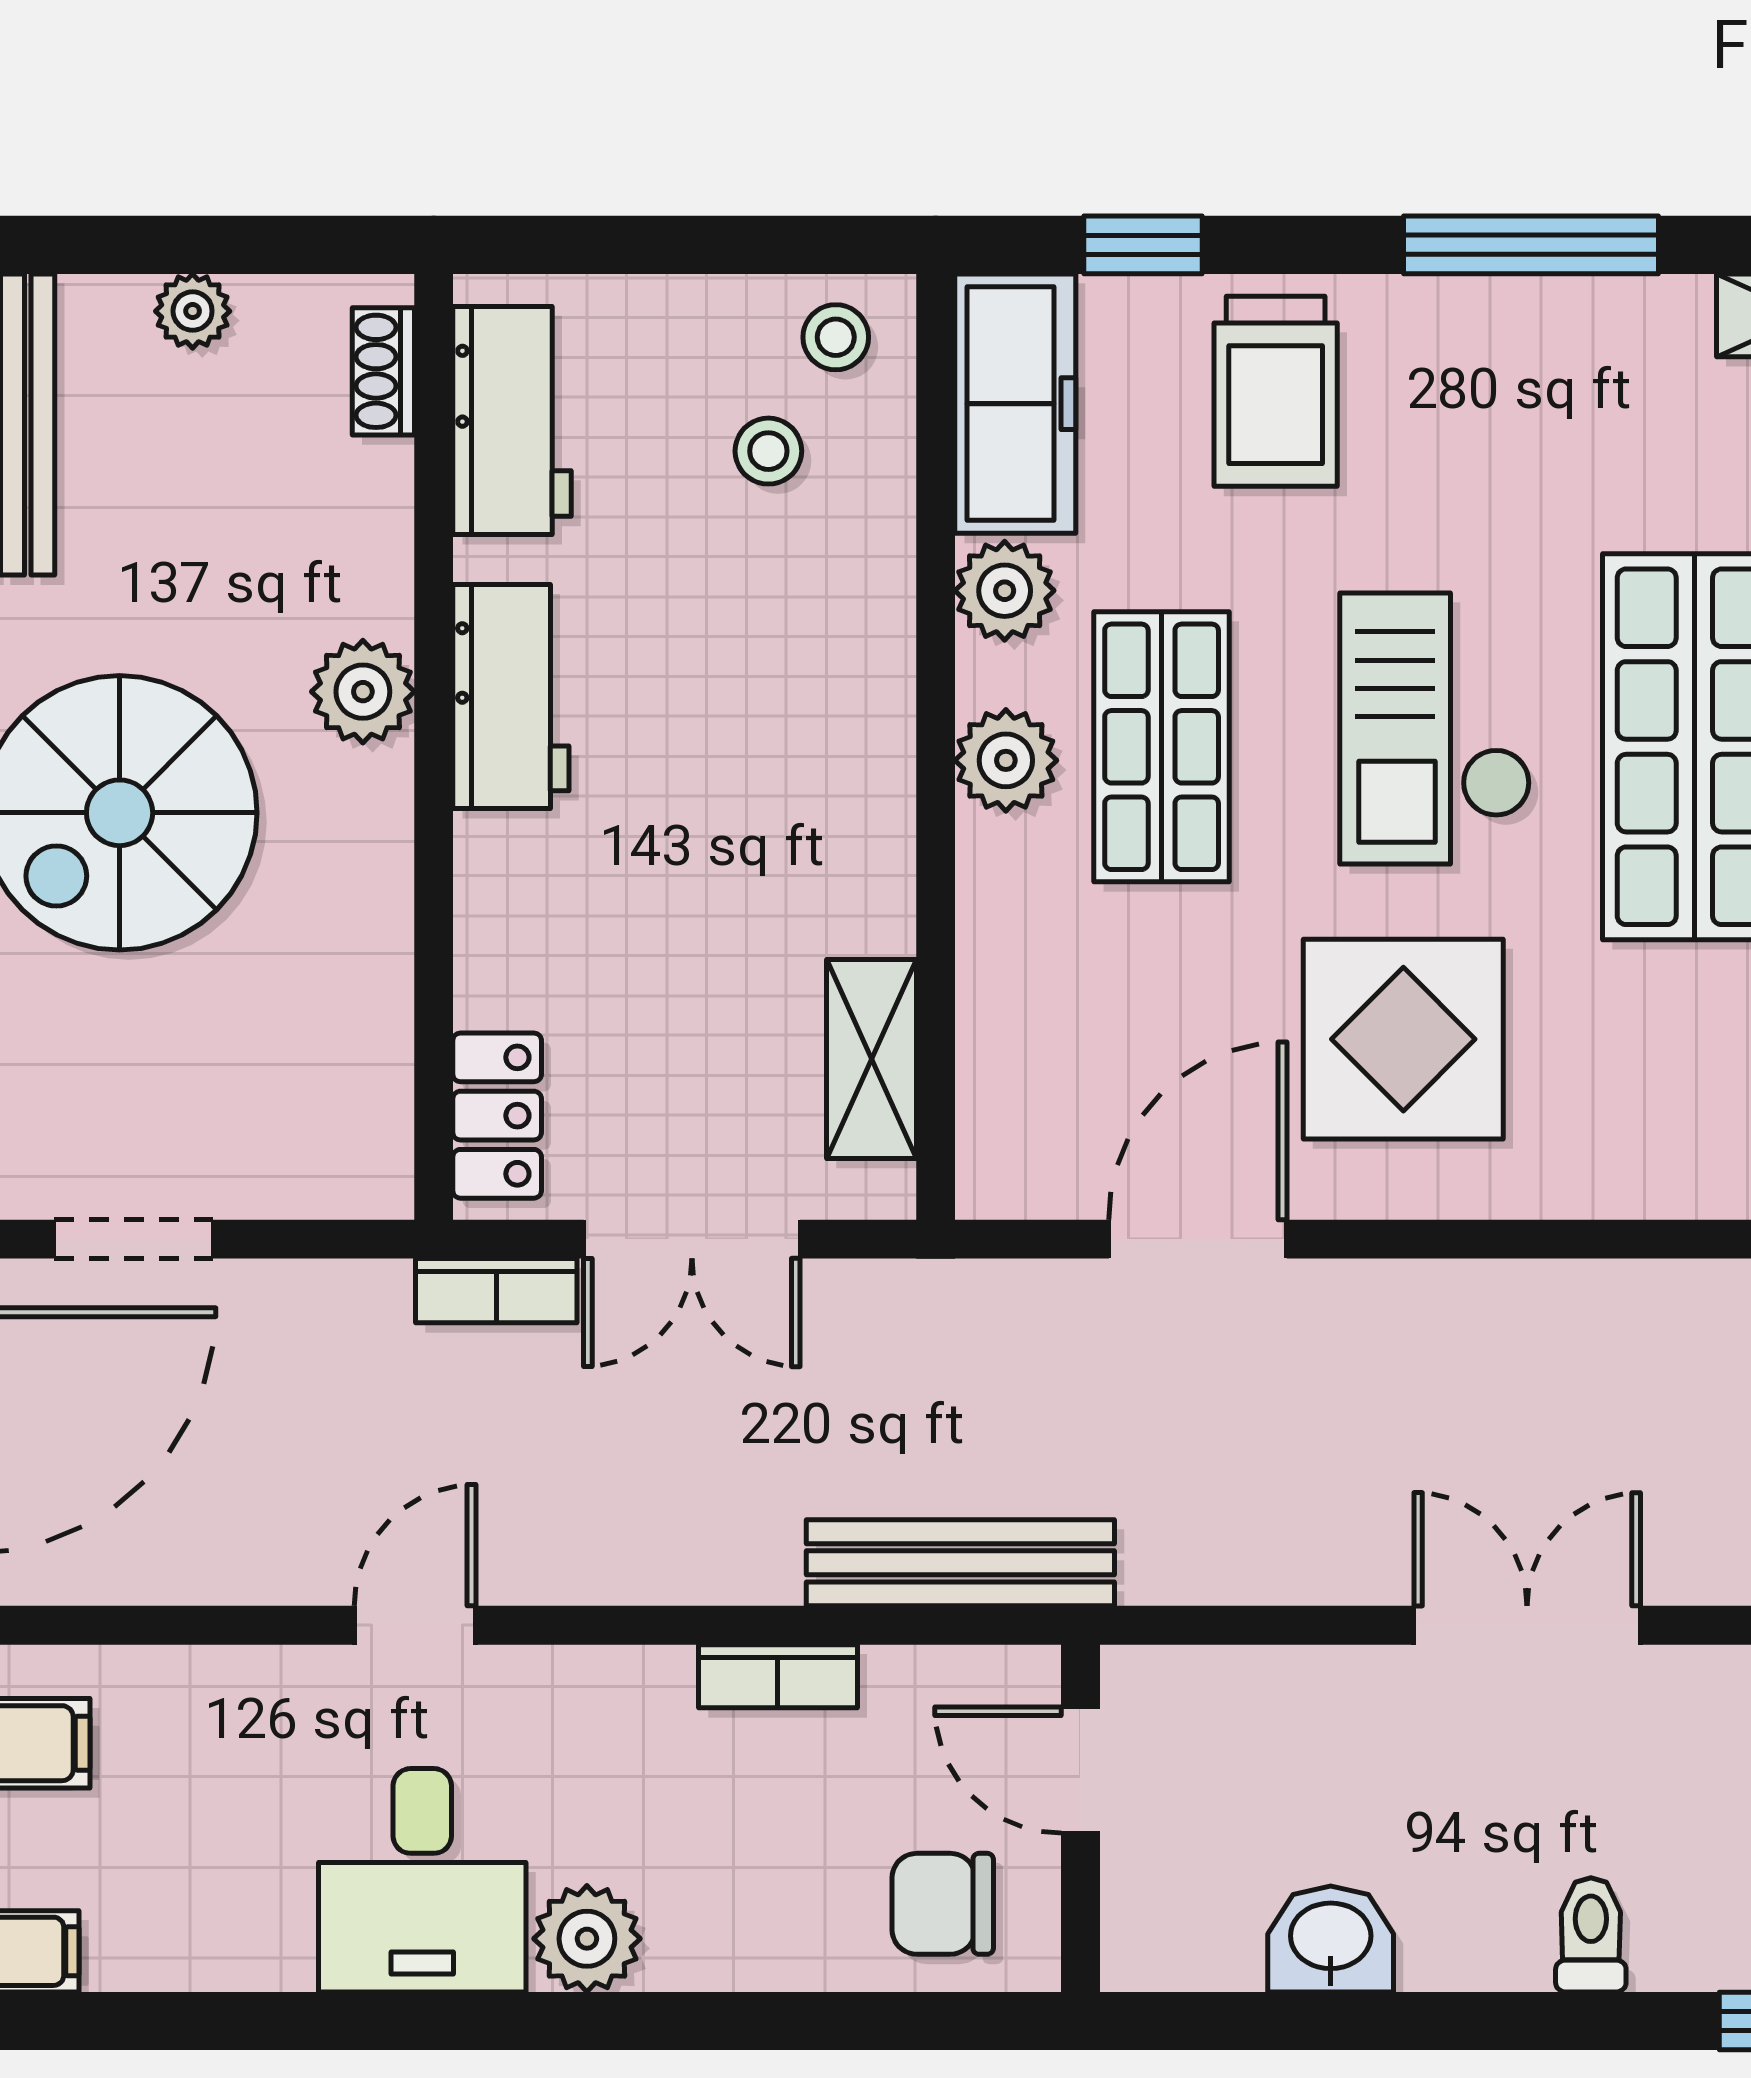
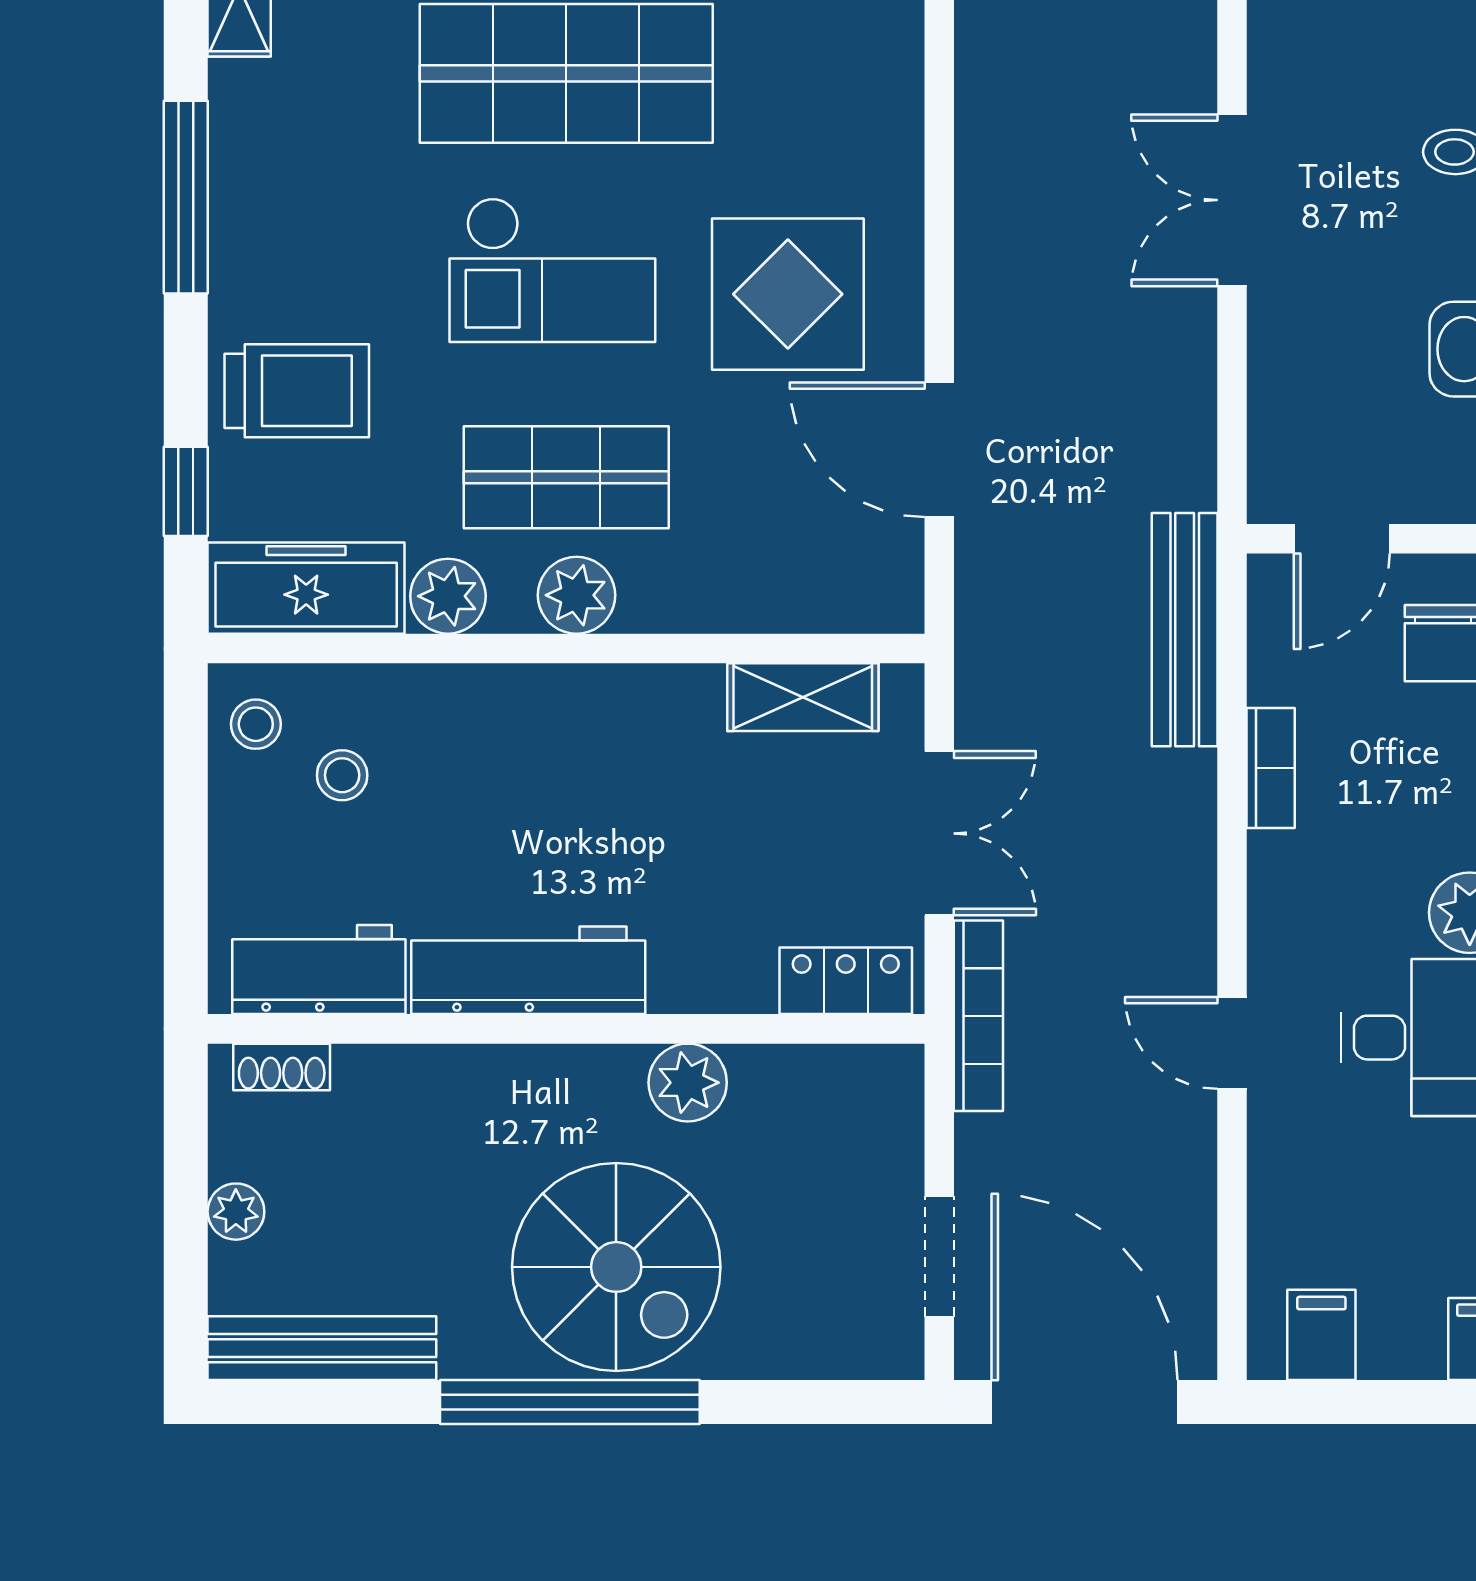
plant: (363, 692) -> (688, 1083), moved
workbench: (511, 697) -> (528, 970), width x1.38
bookcase: (496, 1291) -> (978, 1016), width x1.56

